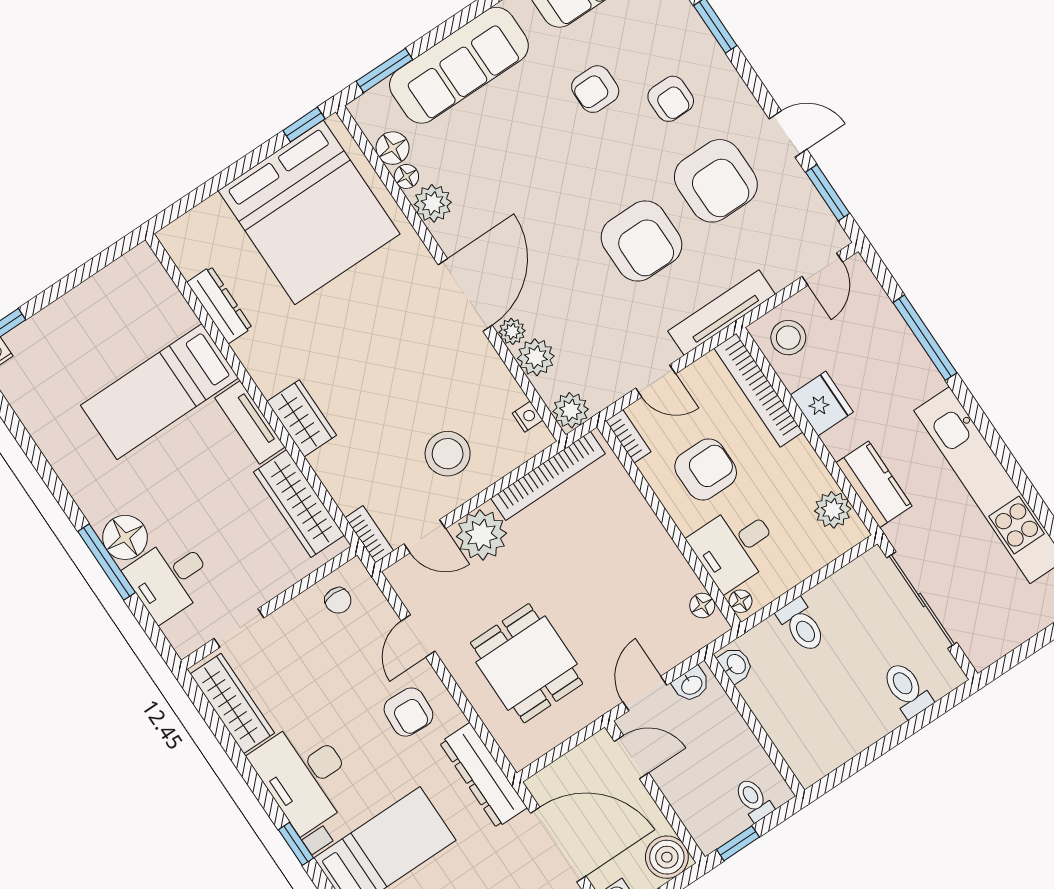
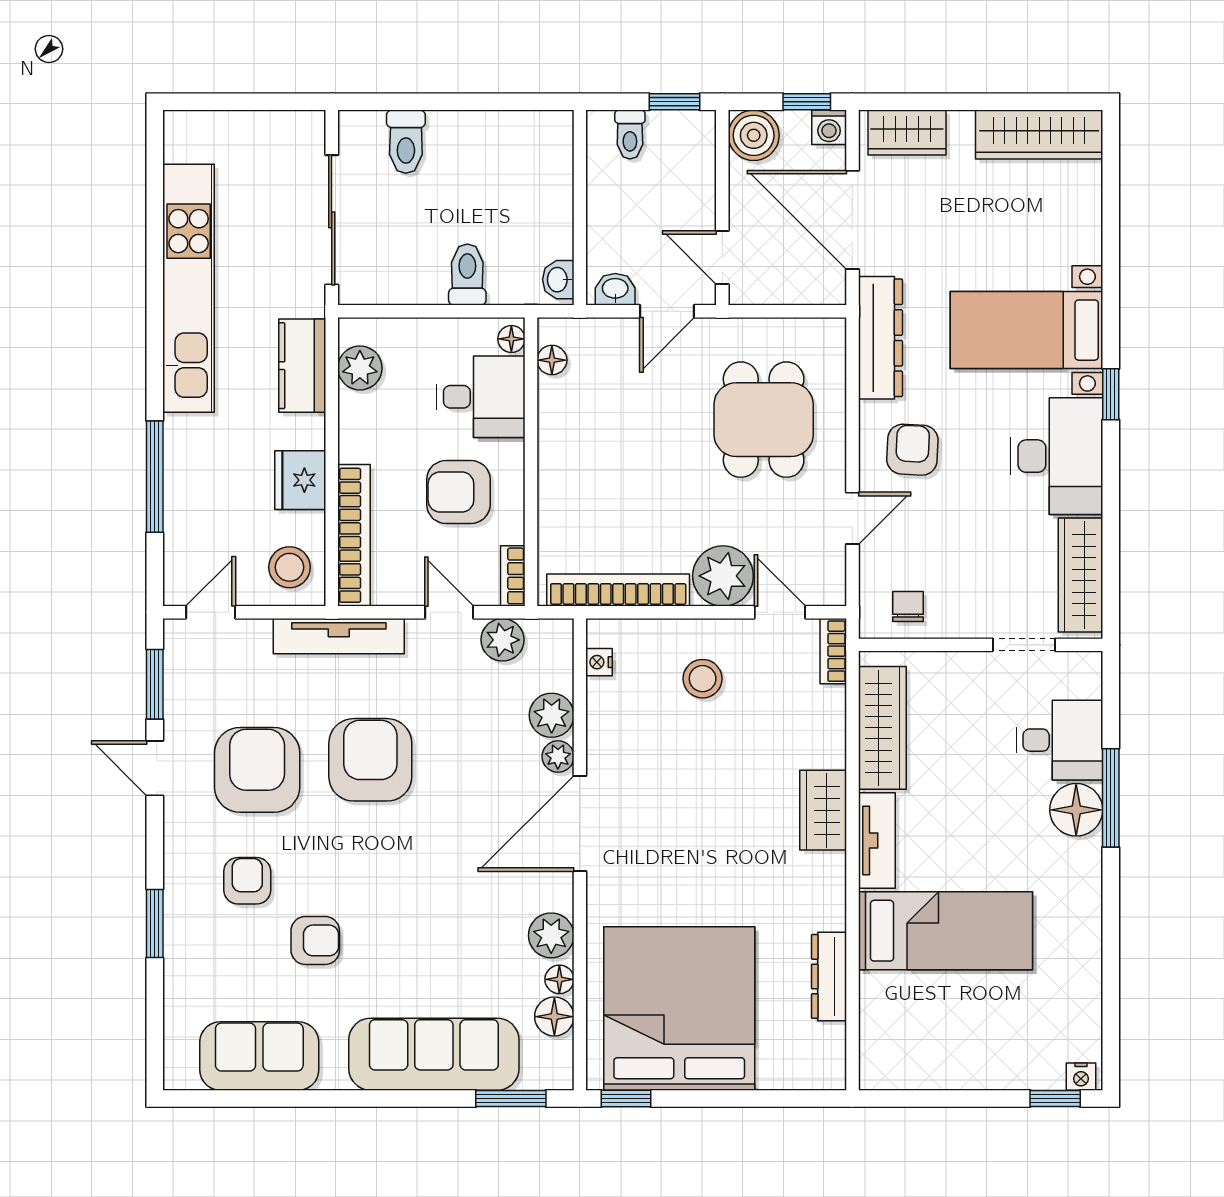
plant: (571, 410) -> (502, 640), moved
stool: (448, 454) -> (703, 679), width x0.73, depth x0.73

